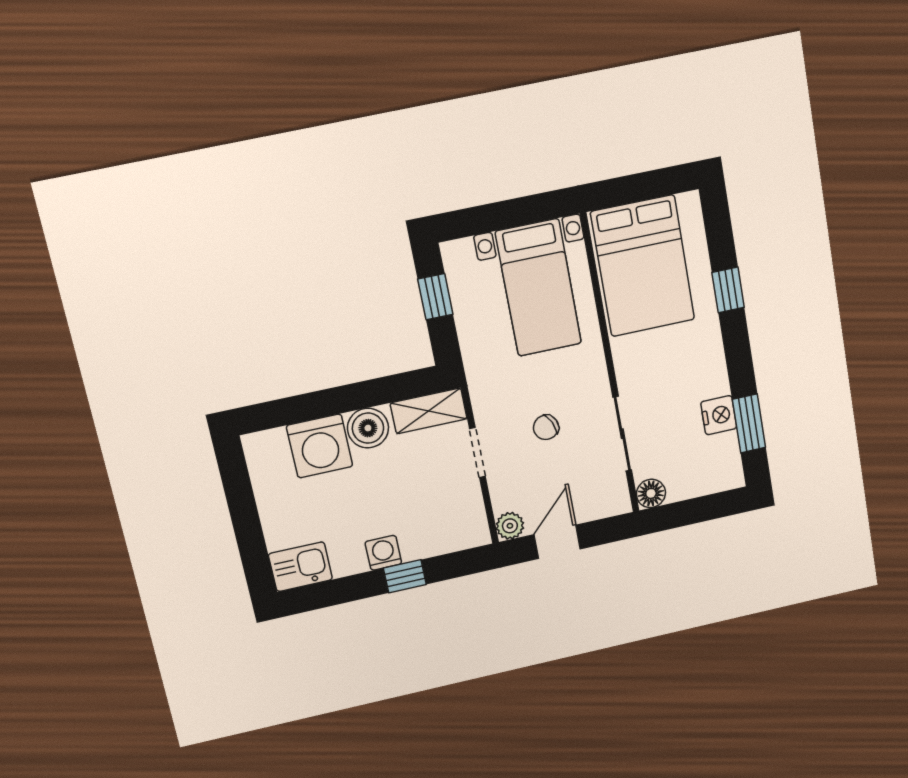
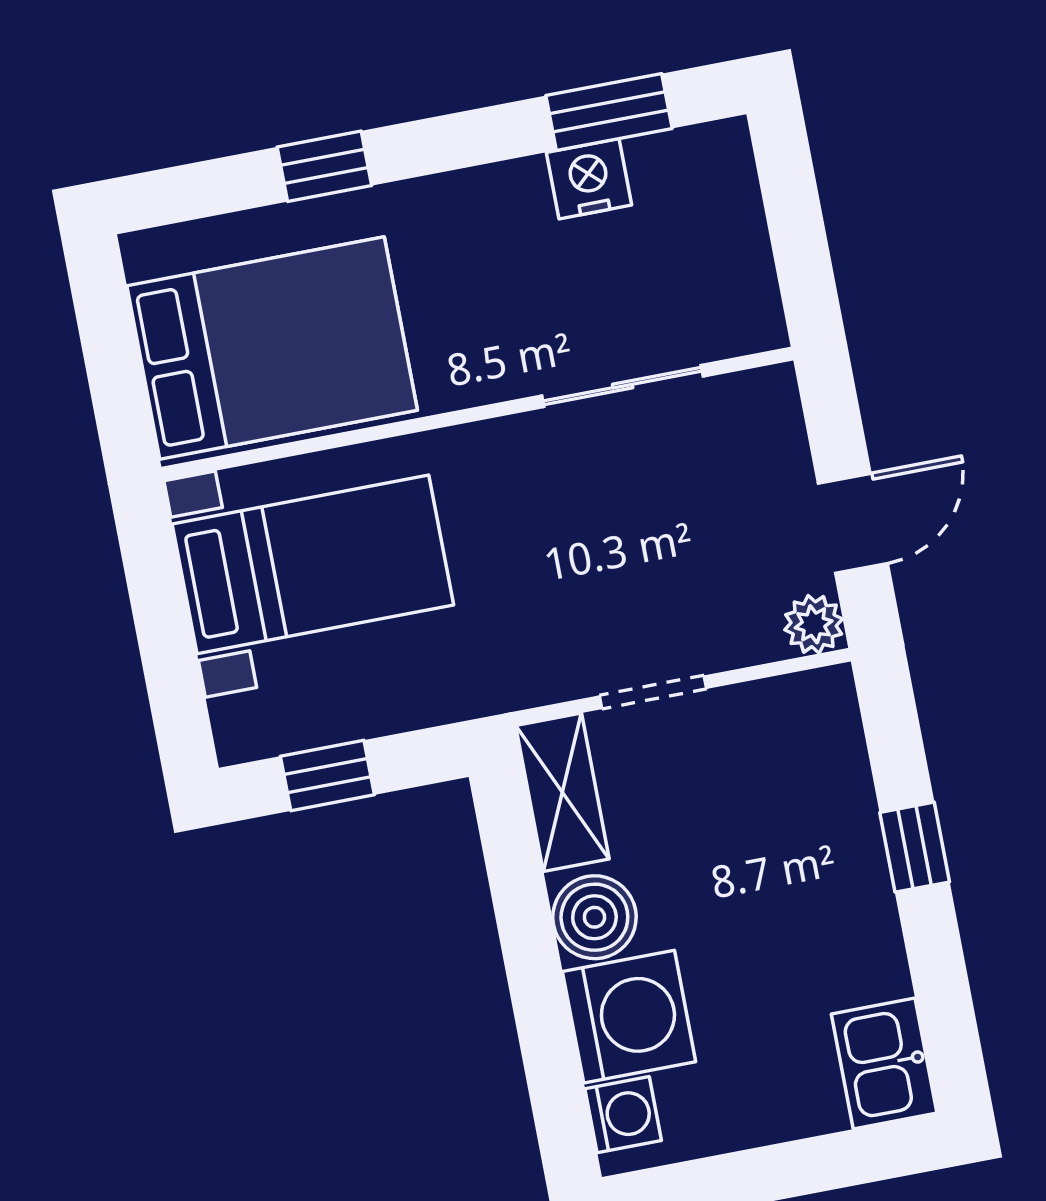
chair: (546, 427) -> (604, 548), removed
floor lamp: (651, 493) -> (754, 322), removed
door: (557, 542) -> (853, 523), swing flipped
washing machine: (383, 553) -> (623, 1115), moved, turned 180

